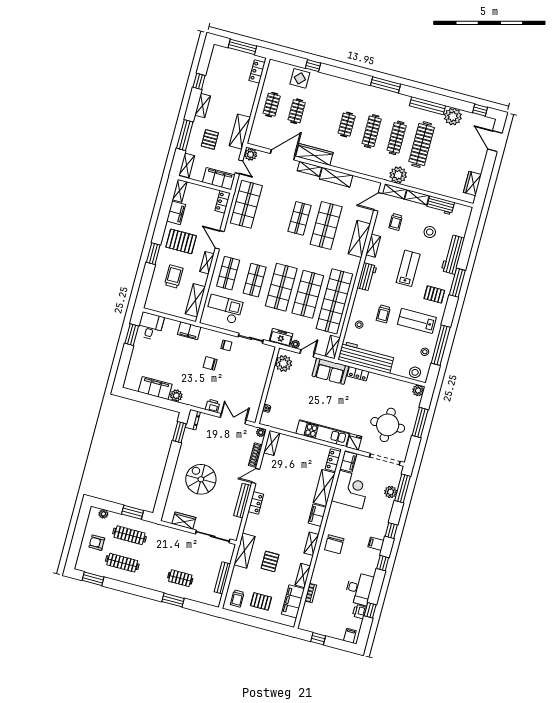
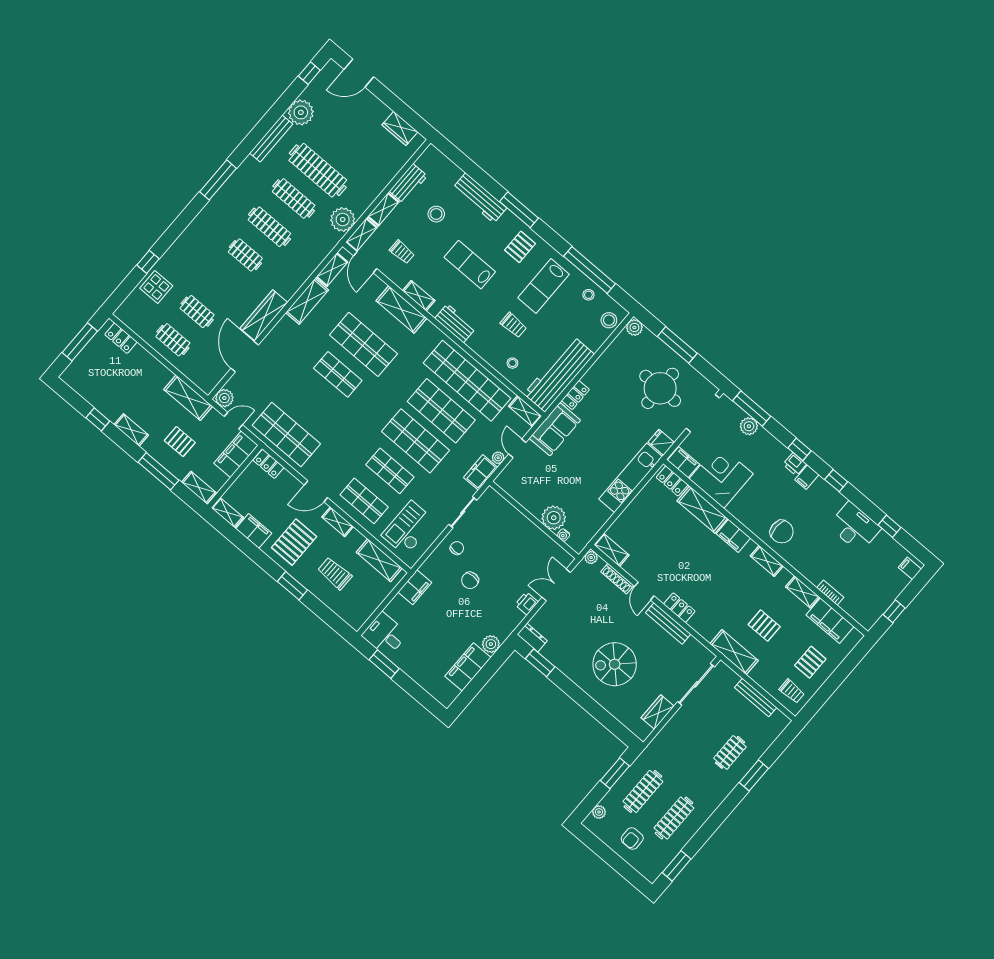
shelving: (309, 169) -> (332, 270), moved
plant: (283, 363) -> (554, 518), moved
printer: (359, 612) -> (795, 464), moved

